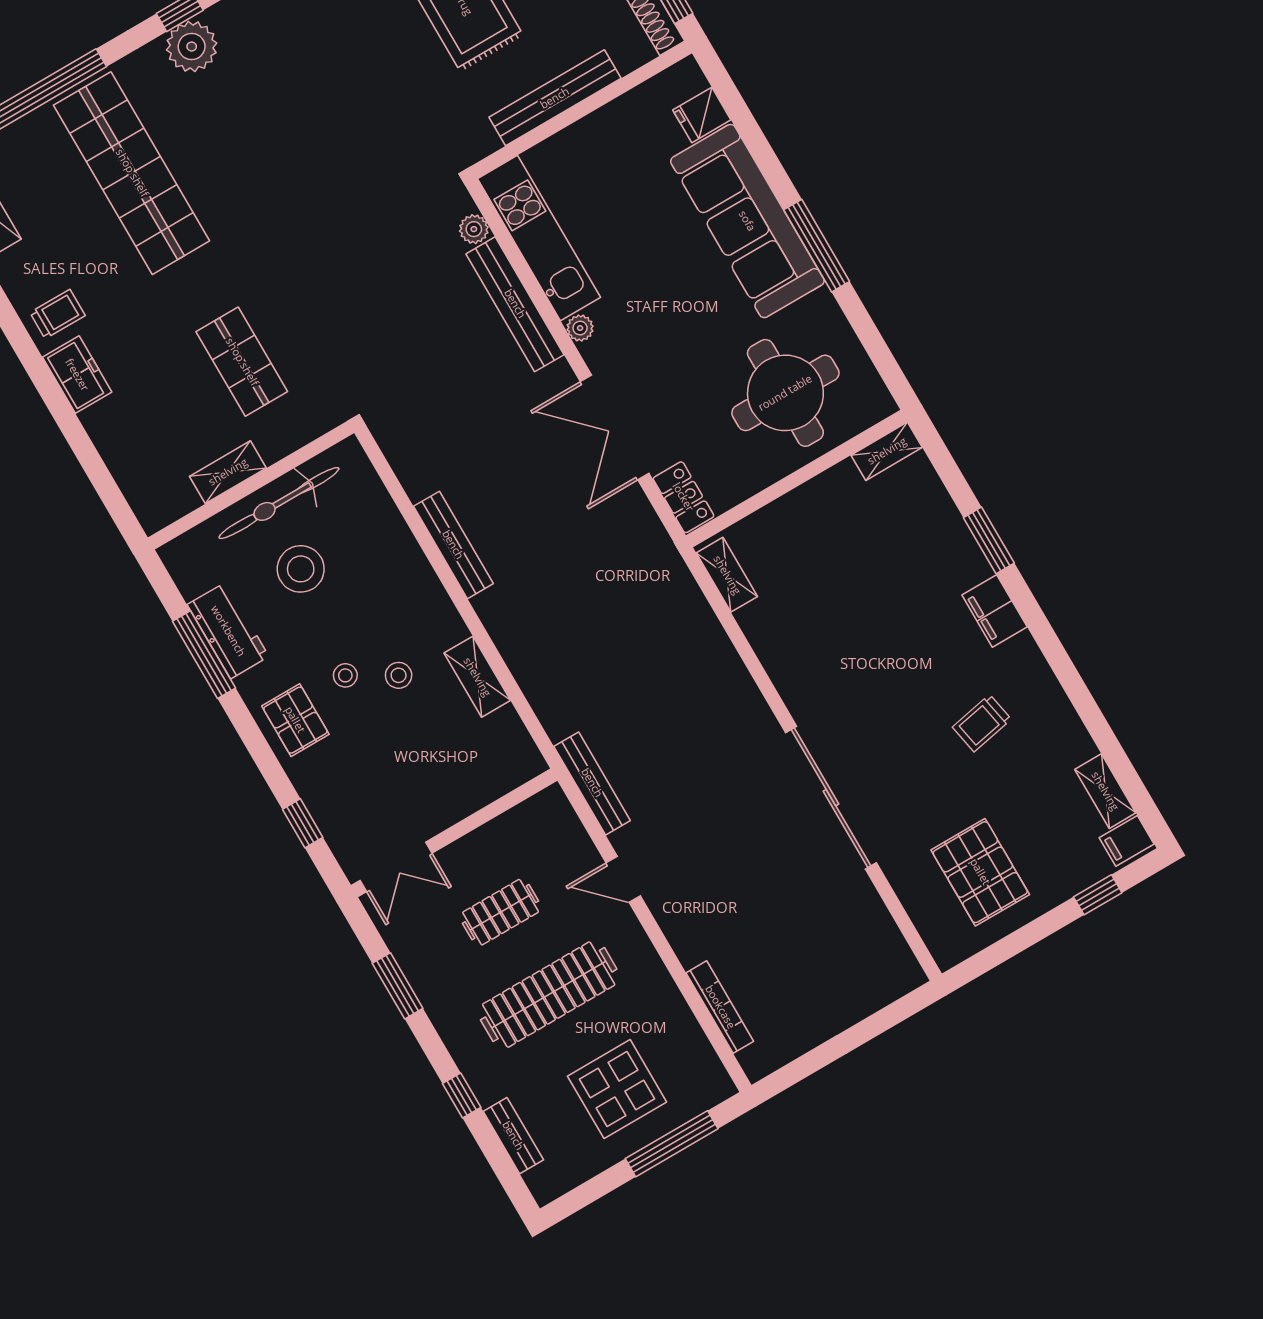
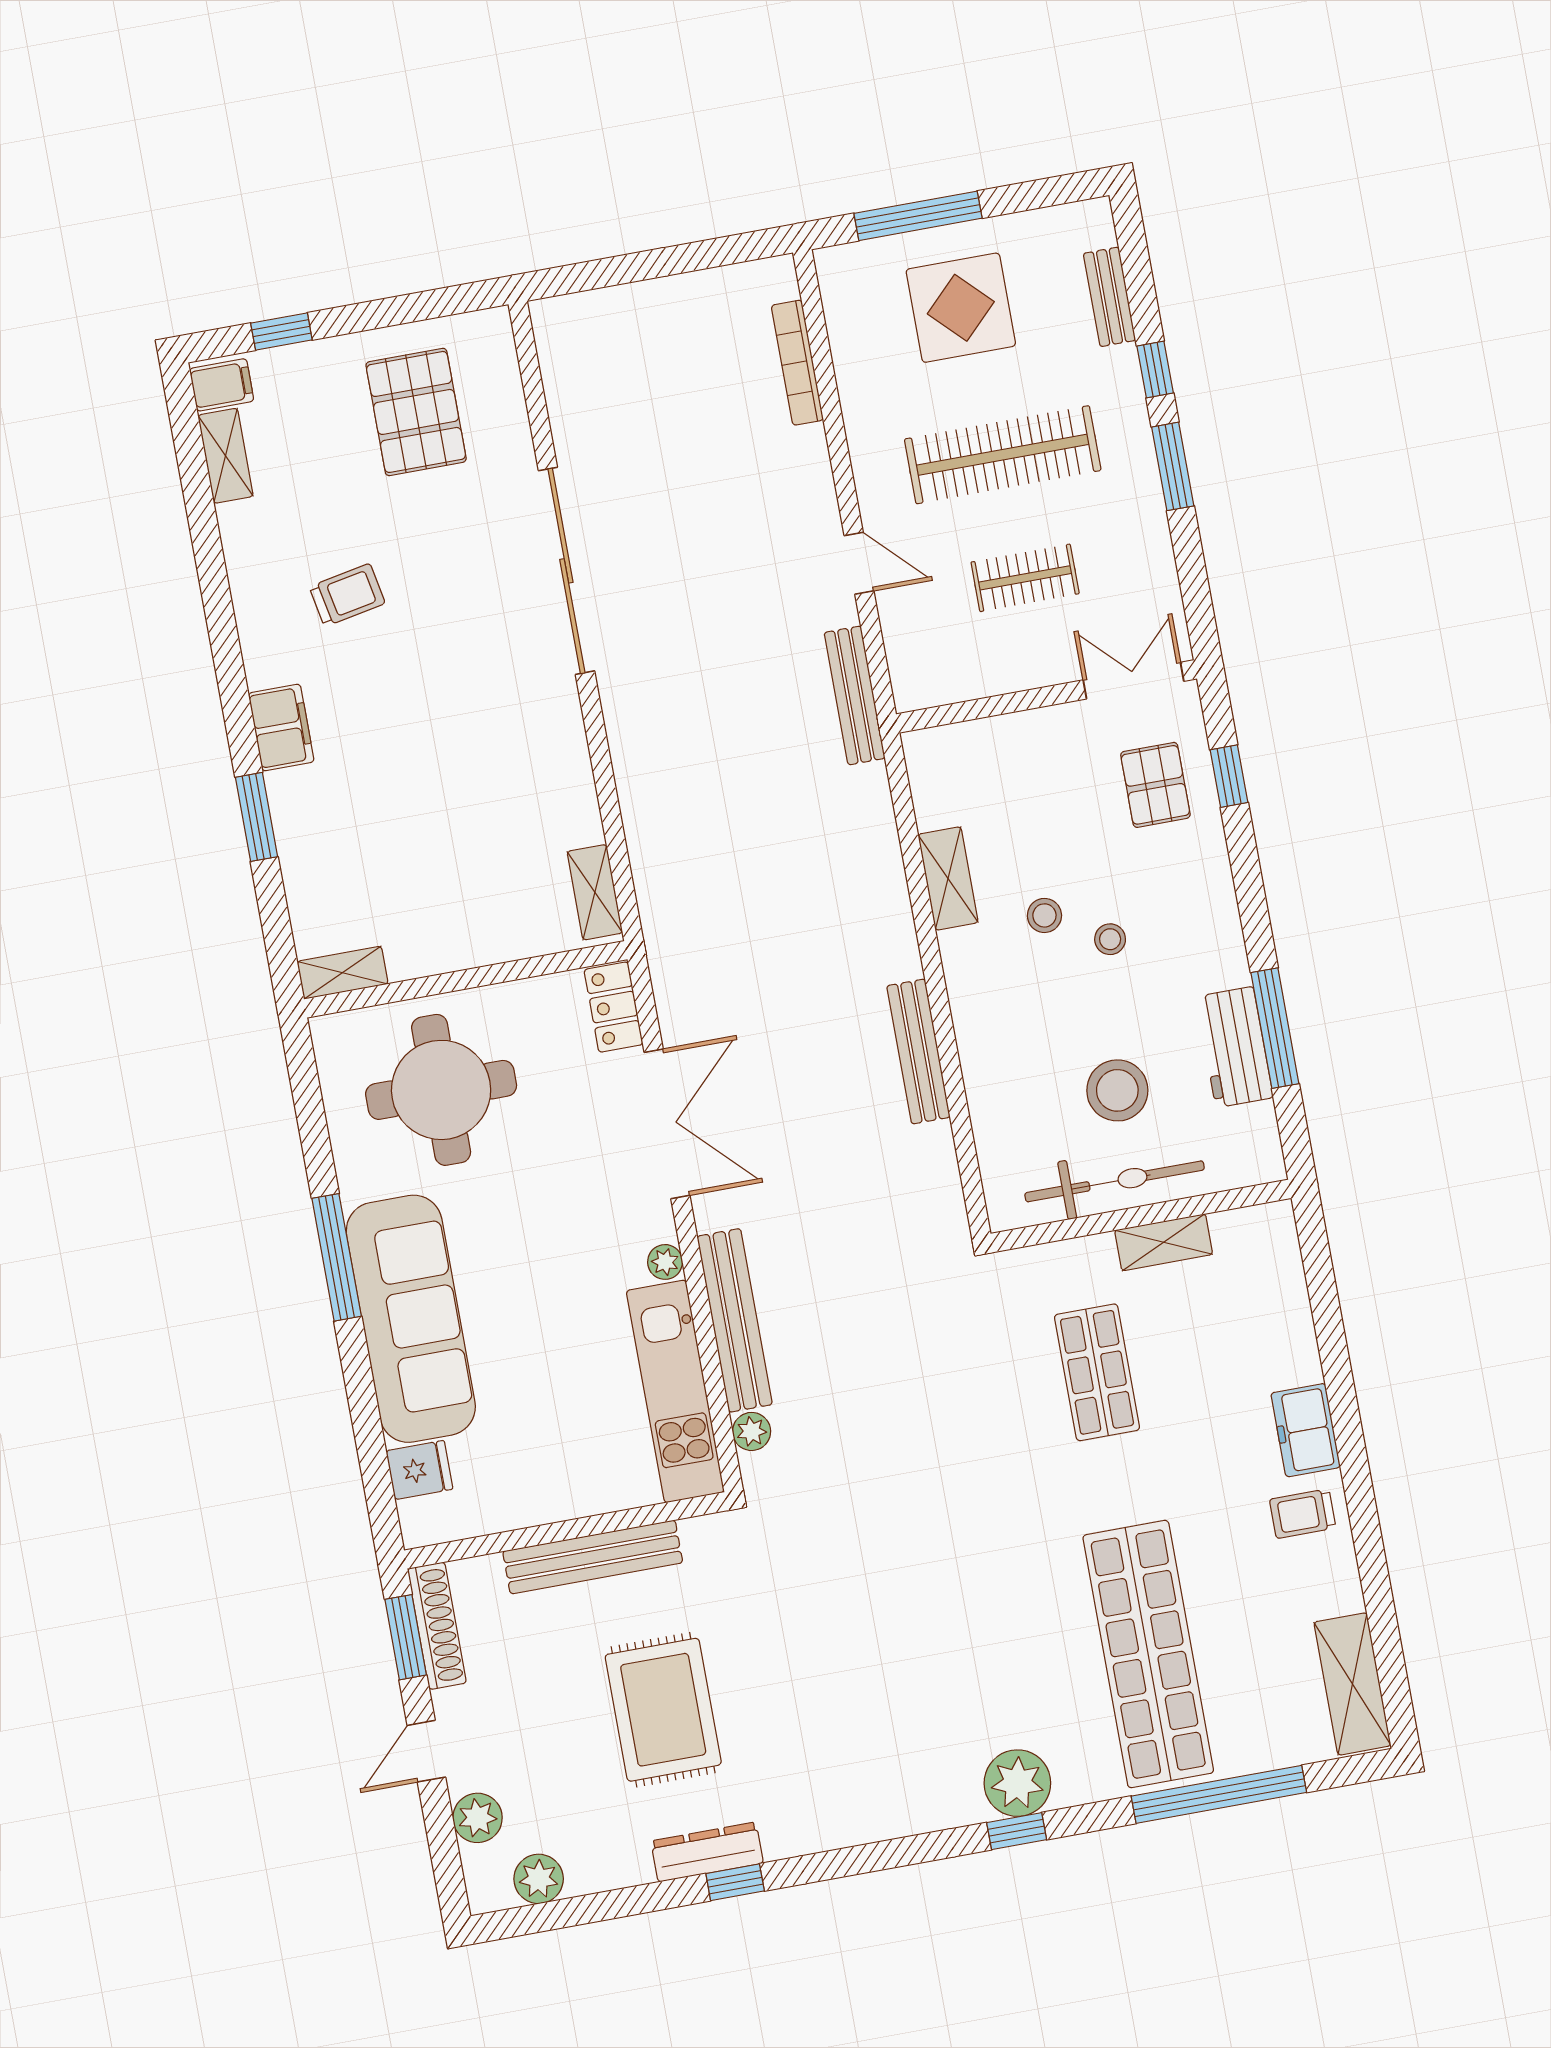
pallet: (295, 720) -> (1155, 785), moved
window: (398, 986) -> (1173, 466), moved

